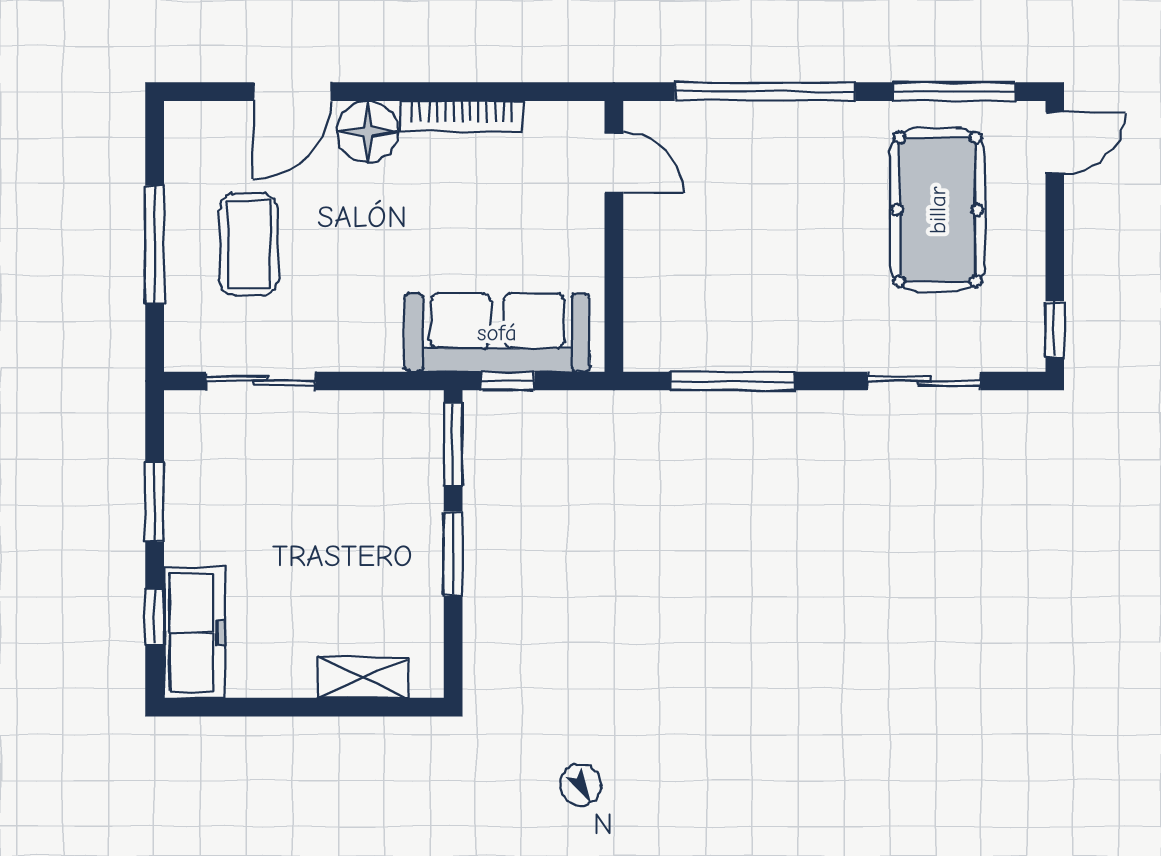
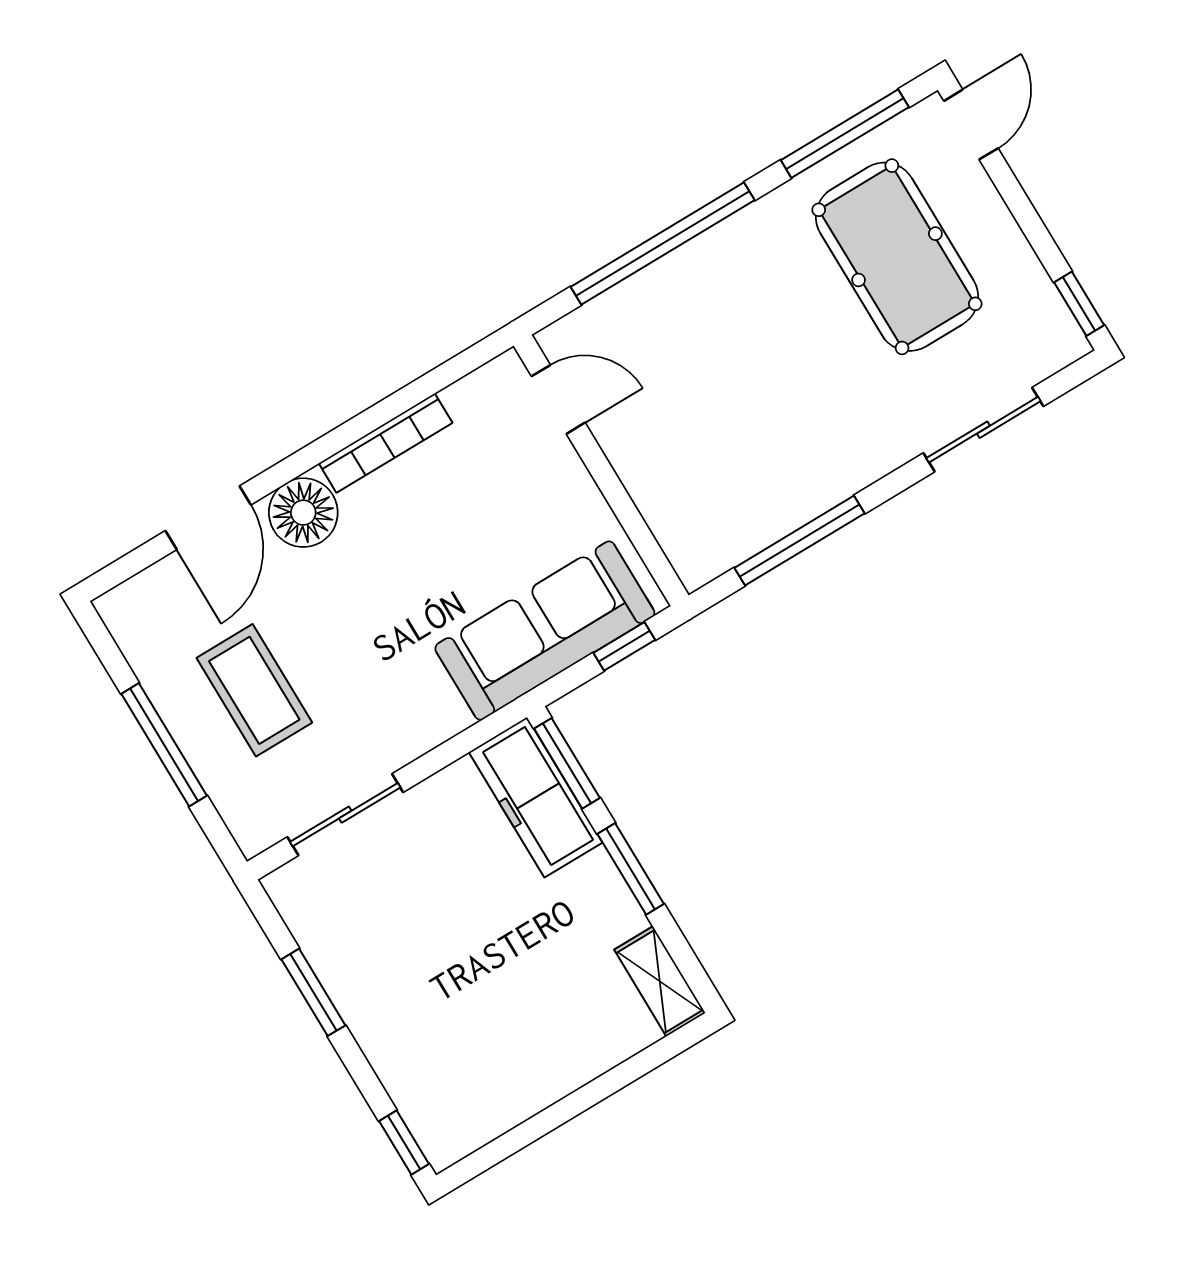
window: (508, 381) -> (624, 646), moved
window: (155, 617) -> (404, 1142), moved
freezer: (194, 633) -> (536, 797), moved, turned 180
shelving: (362, 678) -> (660, 981), moved, turned 90

